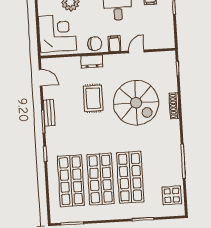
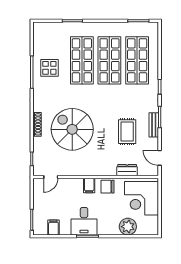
door: (136, 51) -> (51, 177), moved
dresser: (92, 61) -> (127, 170), moved
rug: (93, 98) -> (127, 132), moved
display table: (172, 195) -> (49, 68), moved

